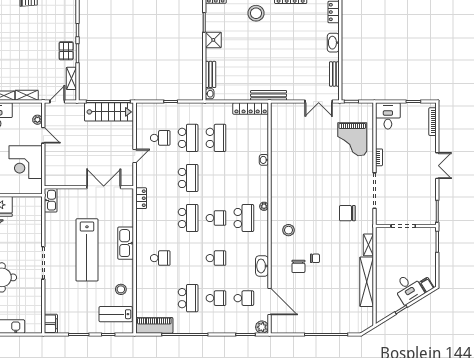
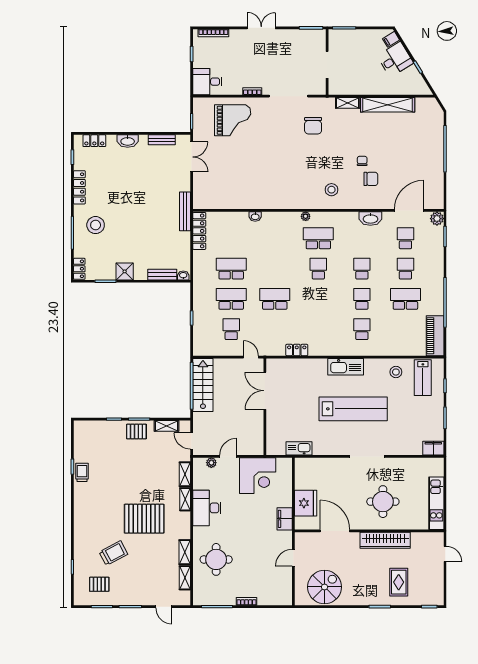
wall: (89, 187) -> (265, 407), moved
double door: (104, 187) -> (265, 391), moved
school desk: (188, 218) -> (362, 299), moved, width x0.54

